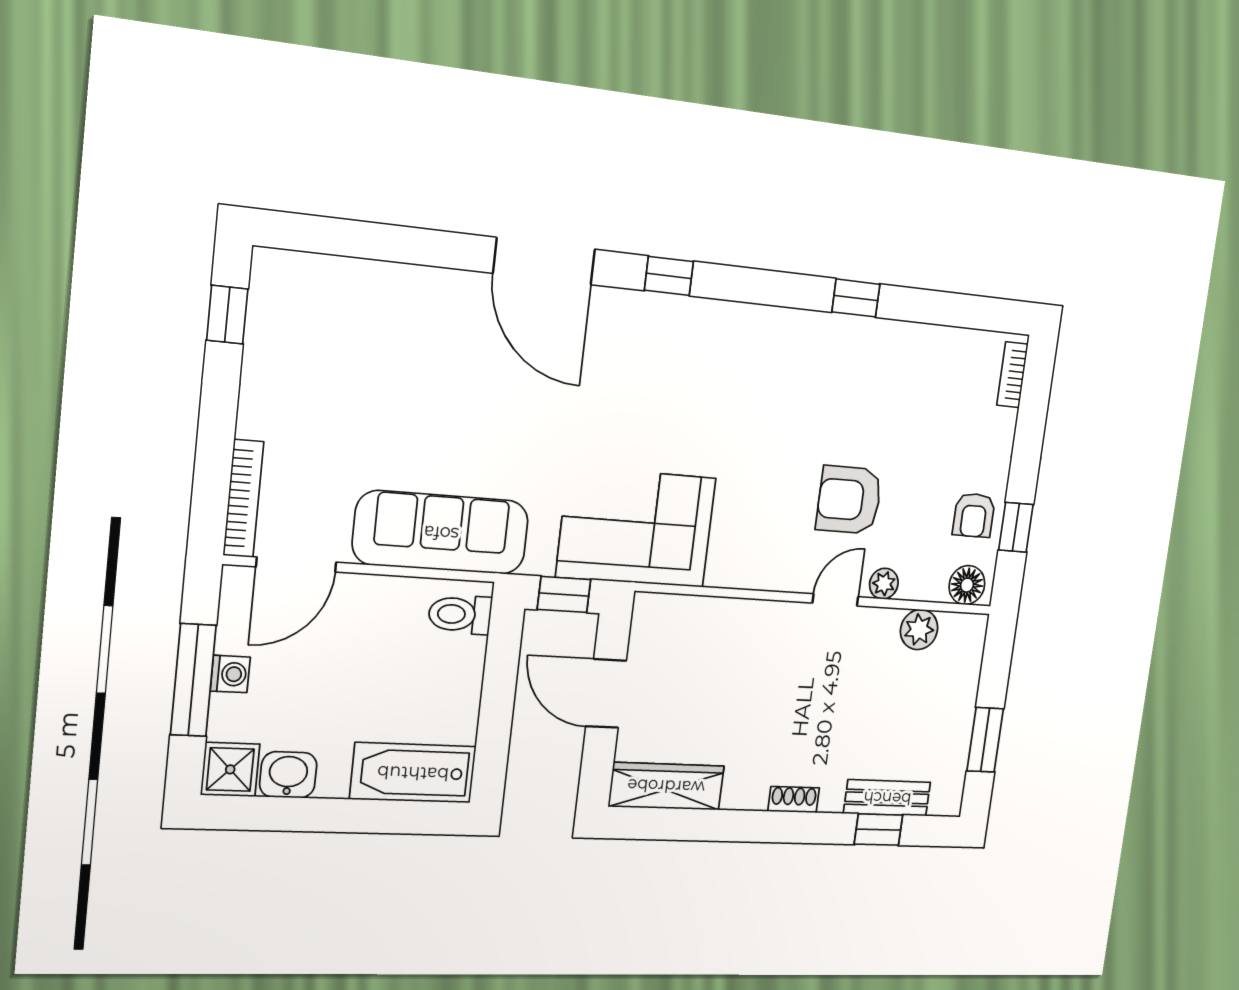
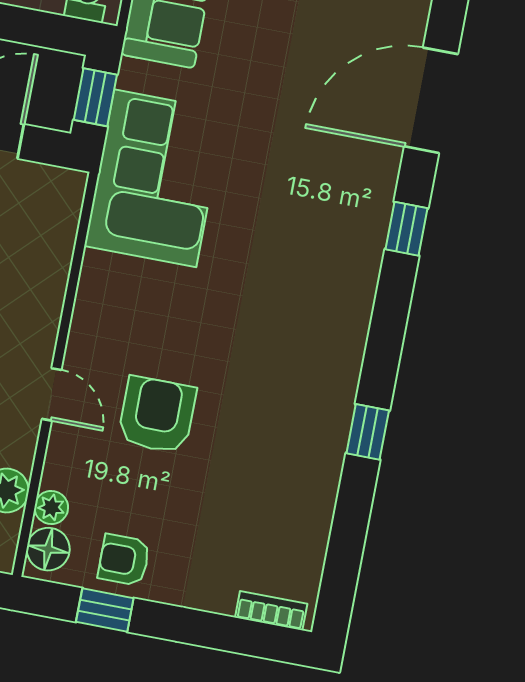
plant: (884, 584) -> (51, 507), moved

